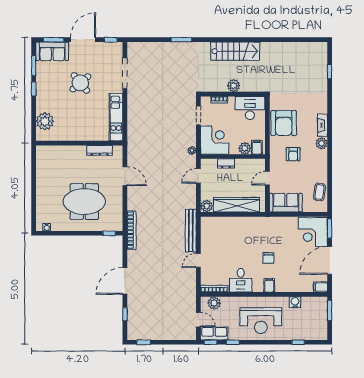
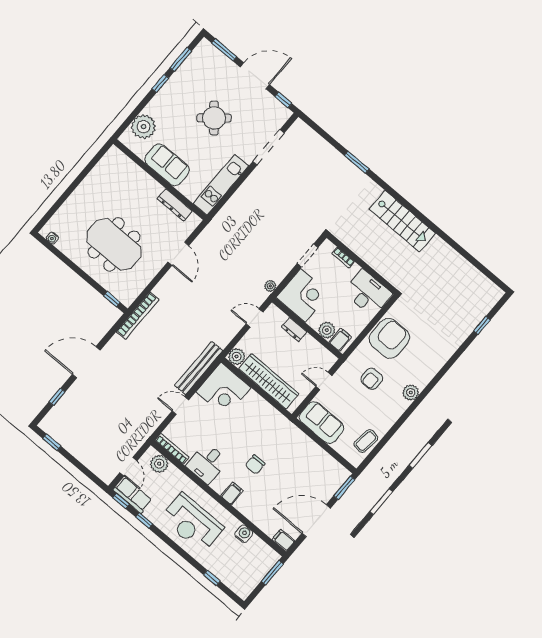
sofa: (52, 51) -> (167, 165), moved, turned 180
plant: (234, 86) -> (370, 256), removed
armchair: (284, 123) -> (389, 338), turned 180
fireplace: (322, 125) -> (428, 375), removed
corner desk: (313, 232) -> (223, 390), moved, turned -90

